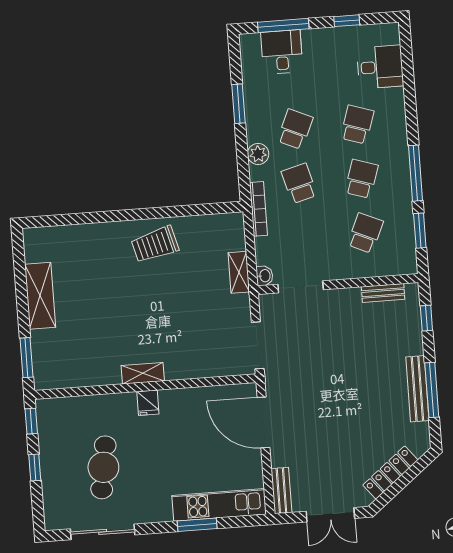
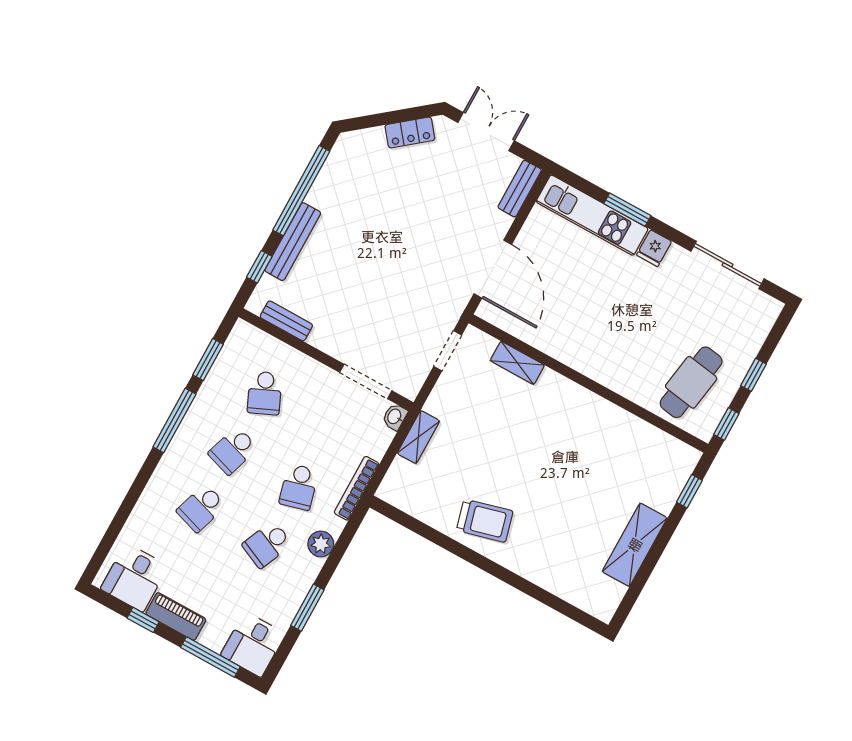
piano: (326, 38) -> (176, 617), added
desk: (282, 52) -> (253, 644), moved
desk: (380, 67) -> (134, 577), moved, turned -90
school desk: (365, 233) -> (265, 393), turned -48
doorway: (258, 345) -> (448, 351), width x0.73
window: (26, 358) -> (689, 491), width x0.67
shelving: (143, 373) -> (517, 363), moved
bench: (417, 389) -> (293, 242), moved
window: (432, 390) -> (301, 191), width x1.46
fridge: (148, 403) -> (654, 248), moved, turned 180
cafe table: (103, 467) -> (691, 382), moved
locker: (390, 473) -> (410, 133), width x0.66

